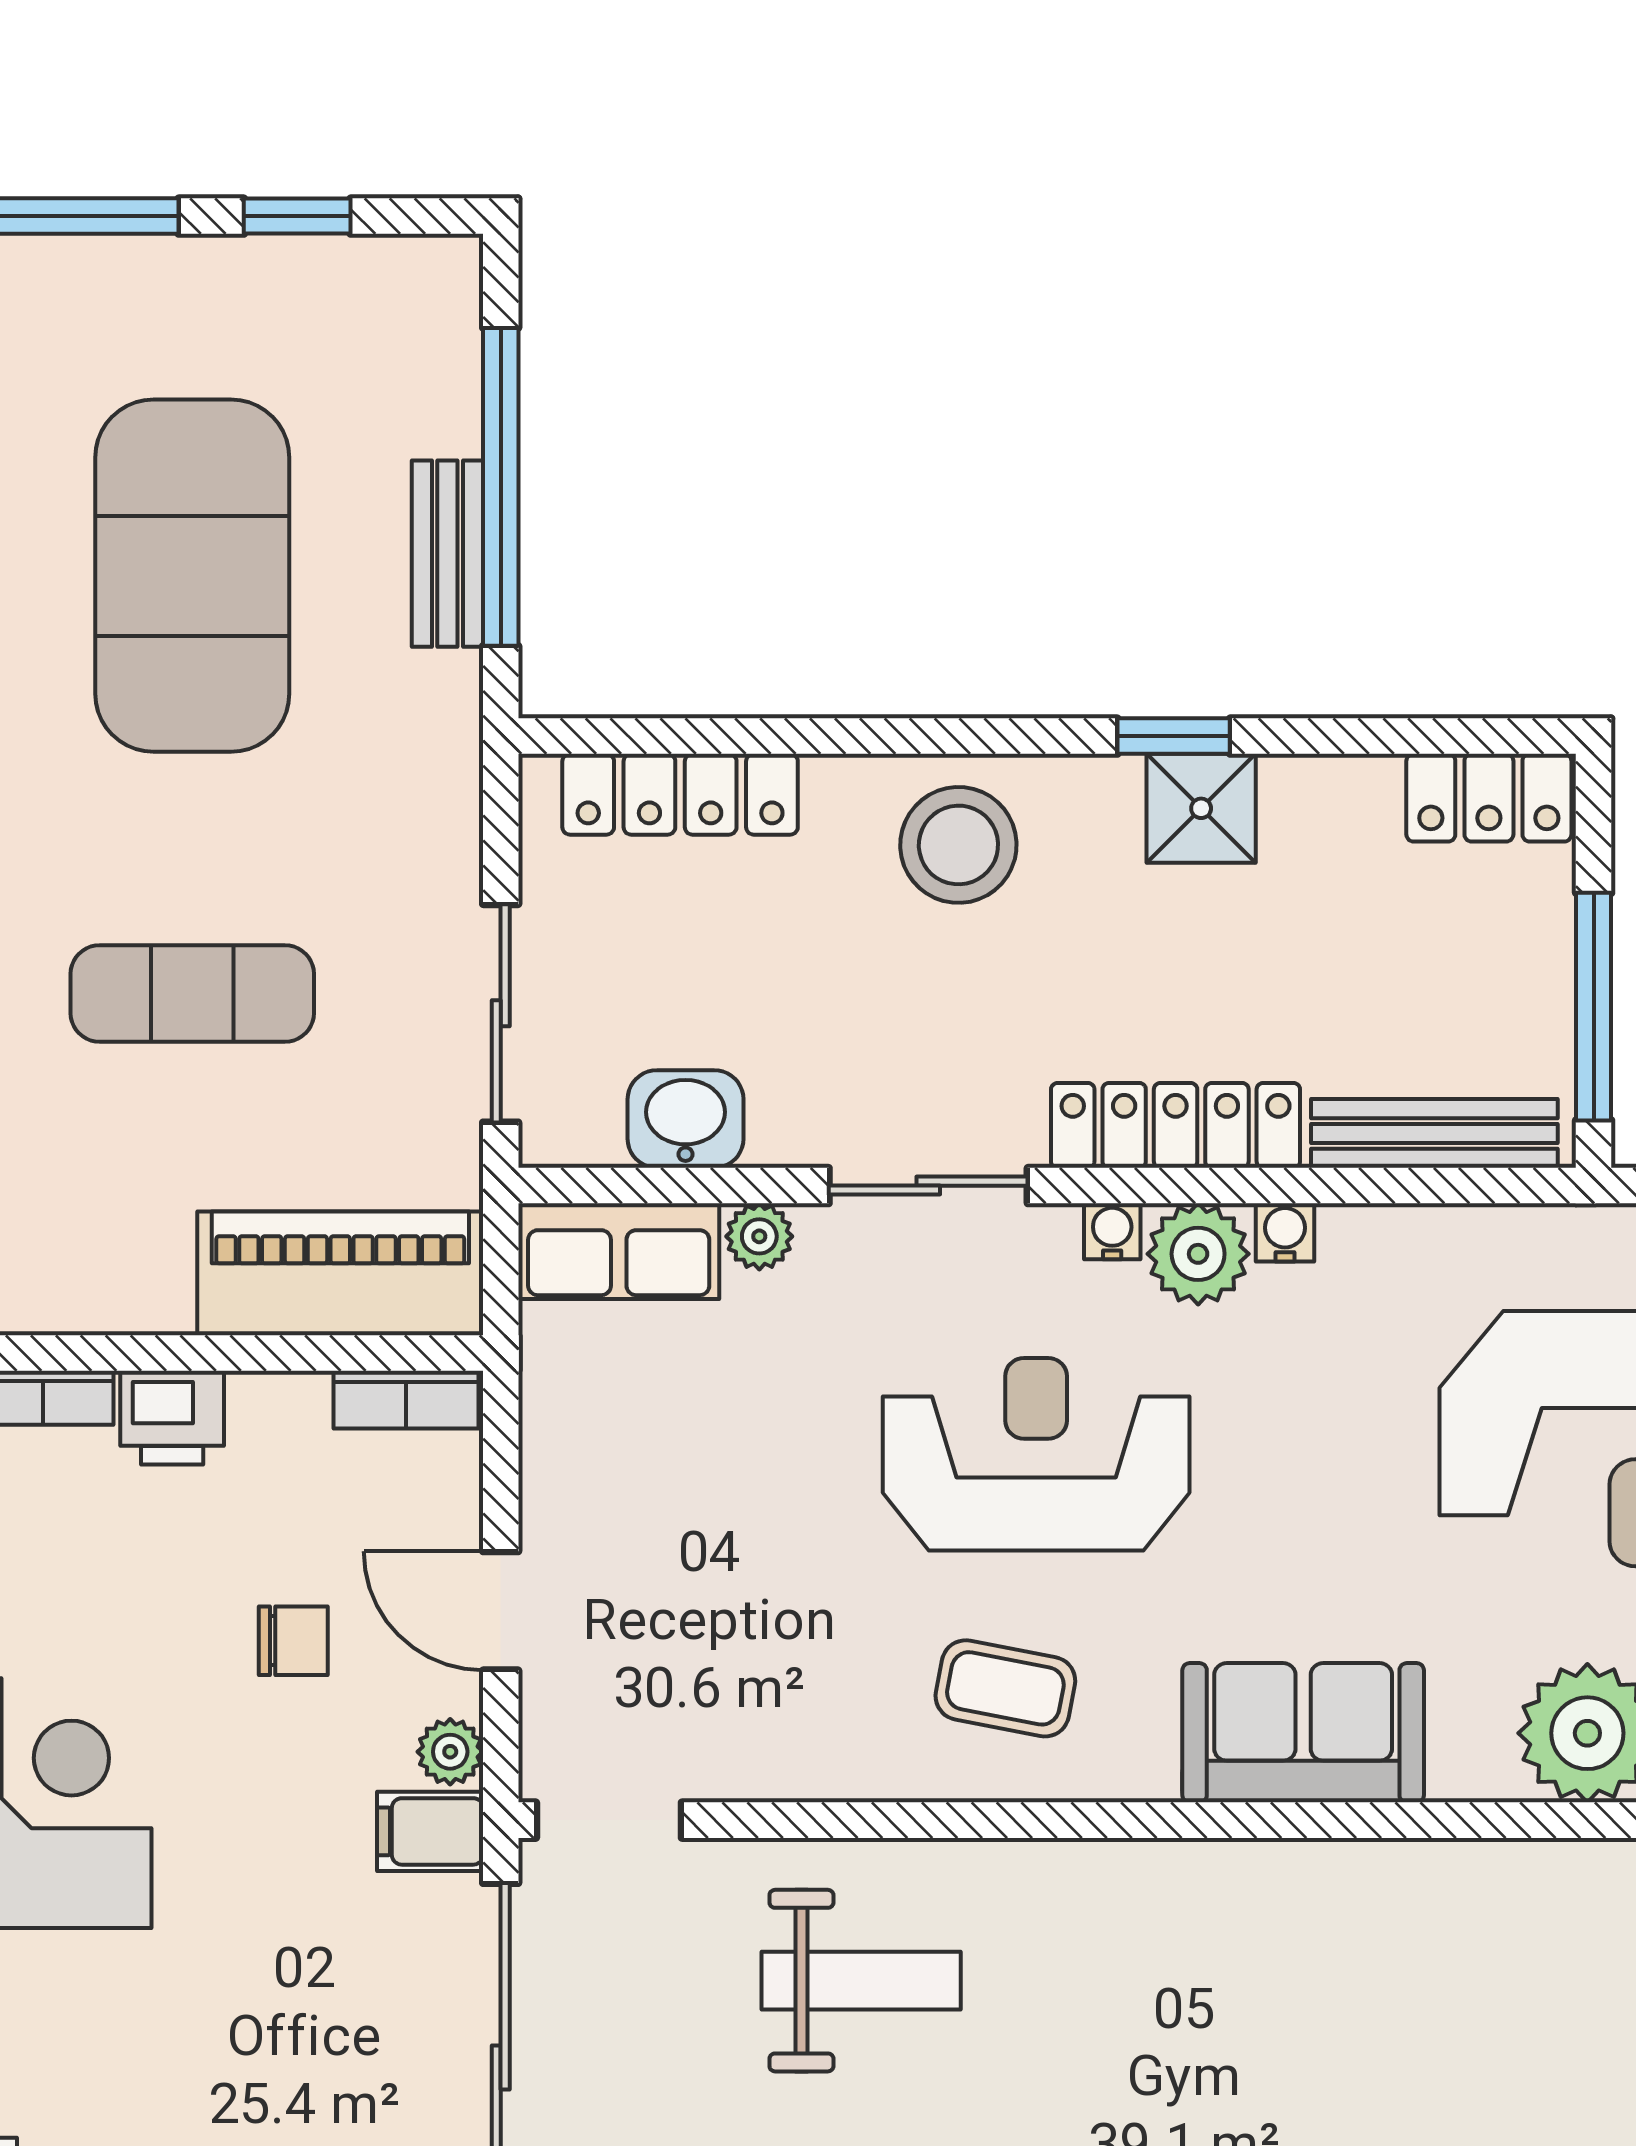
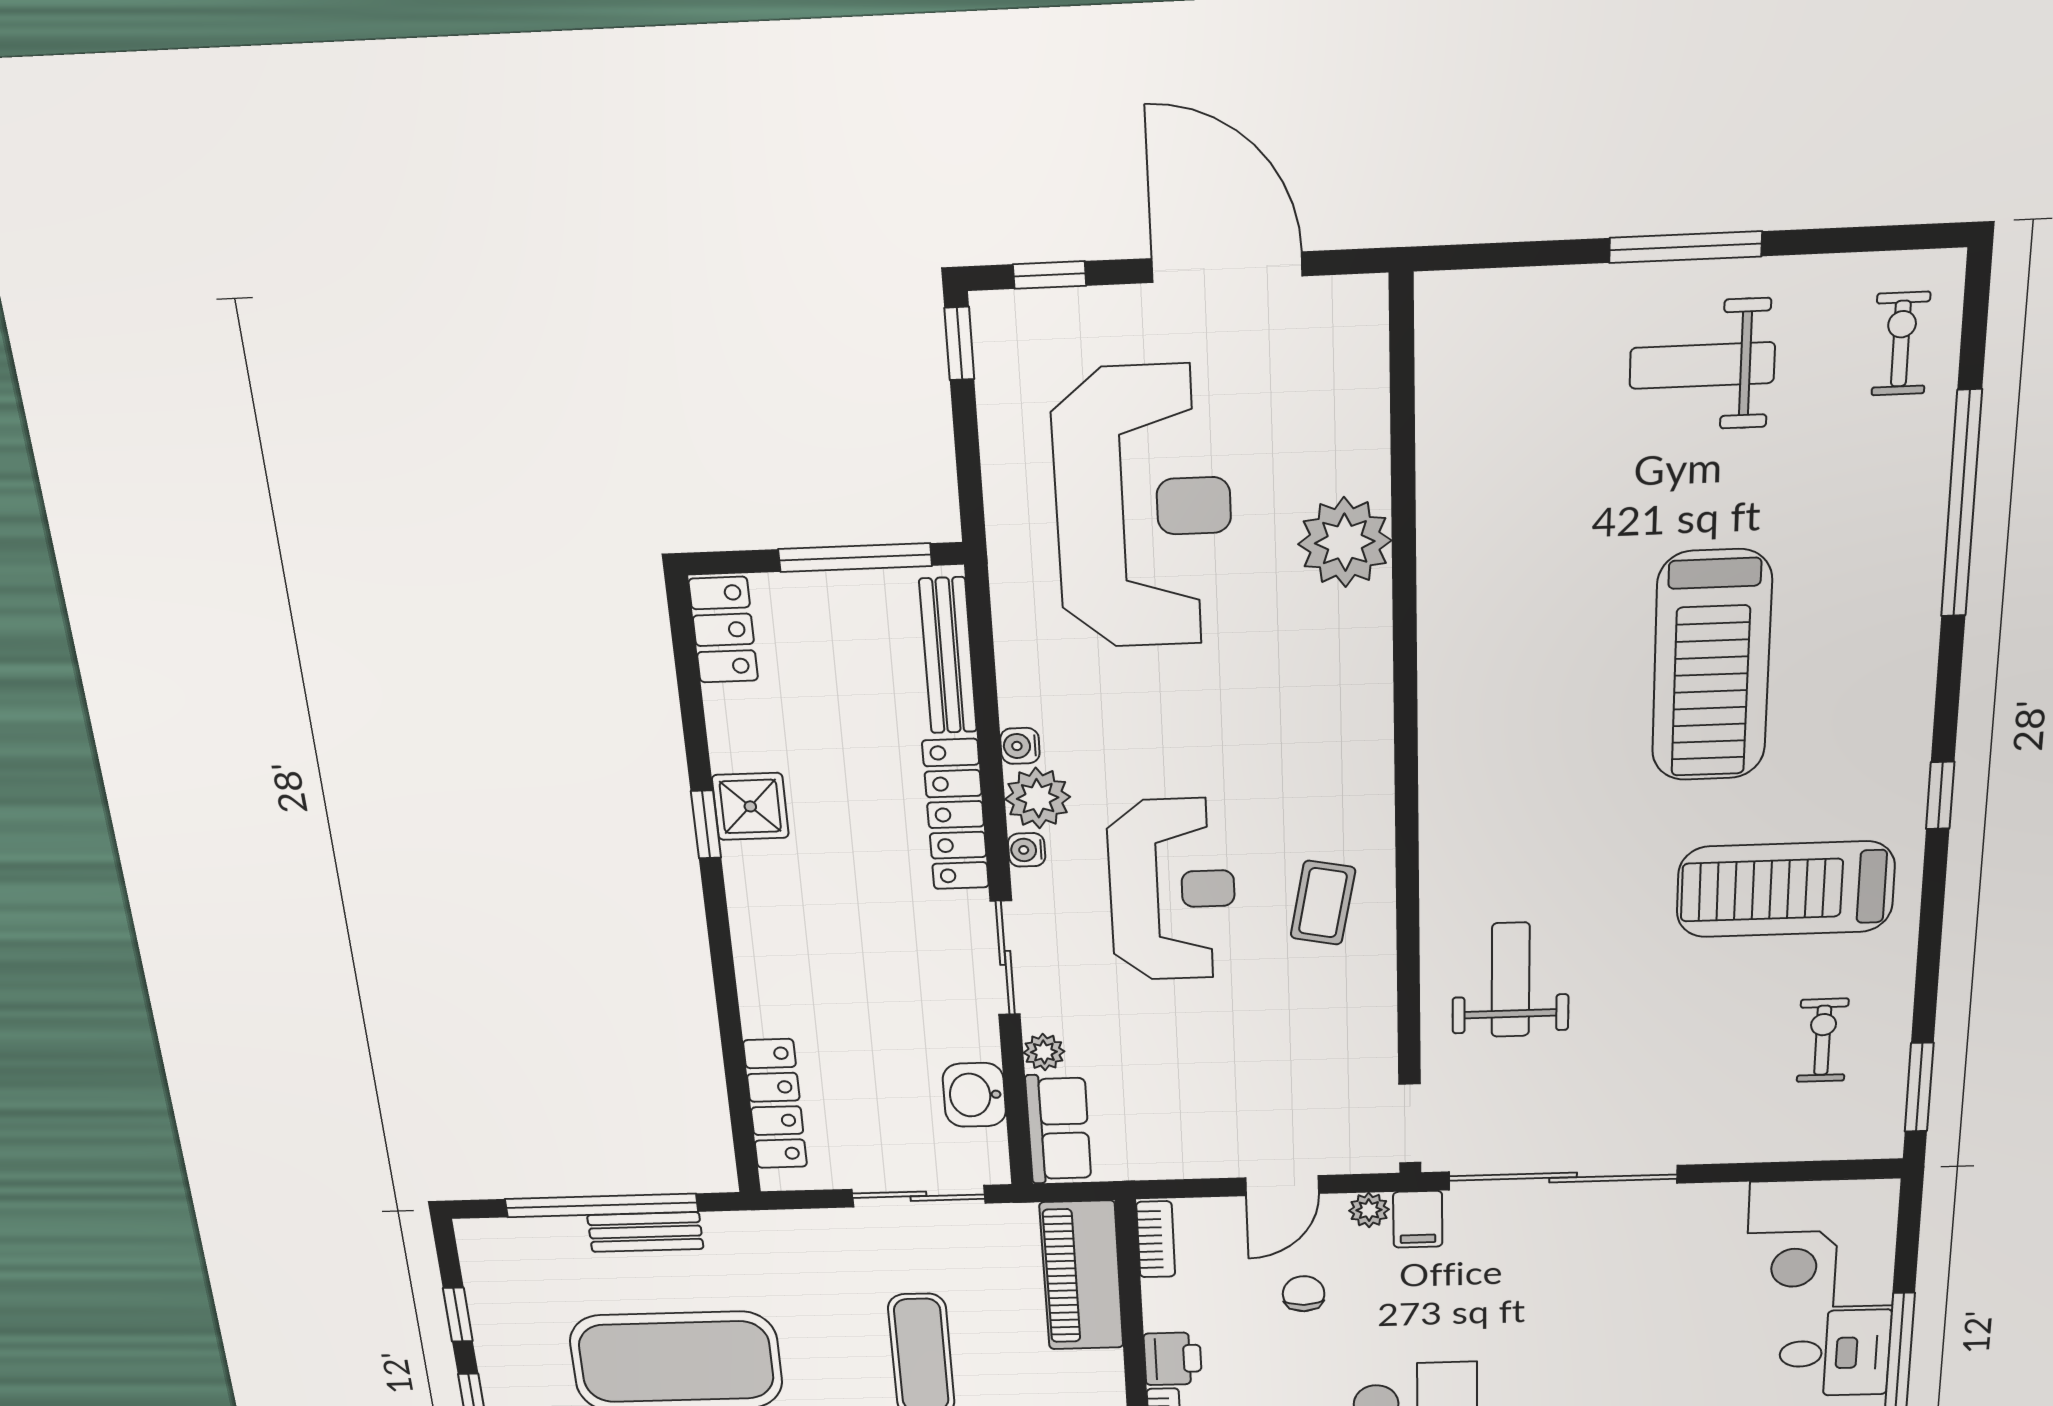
stool: (958, 845) -> (789, 948), removed
reception desk: (1036, 1454) -> (1172, 890), turned 180
sofa: (1303, 1733) -> (1348, 723), removed

